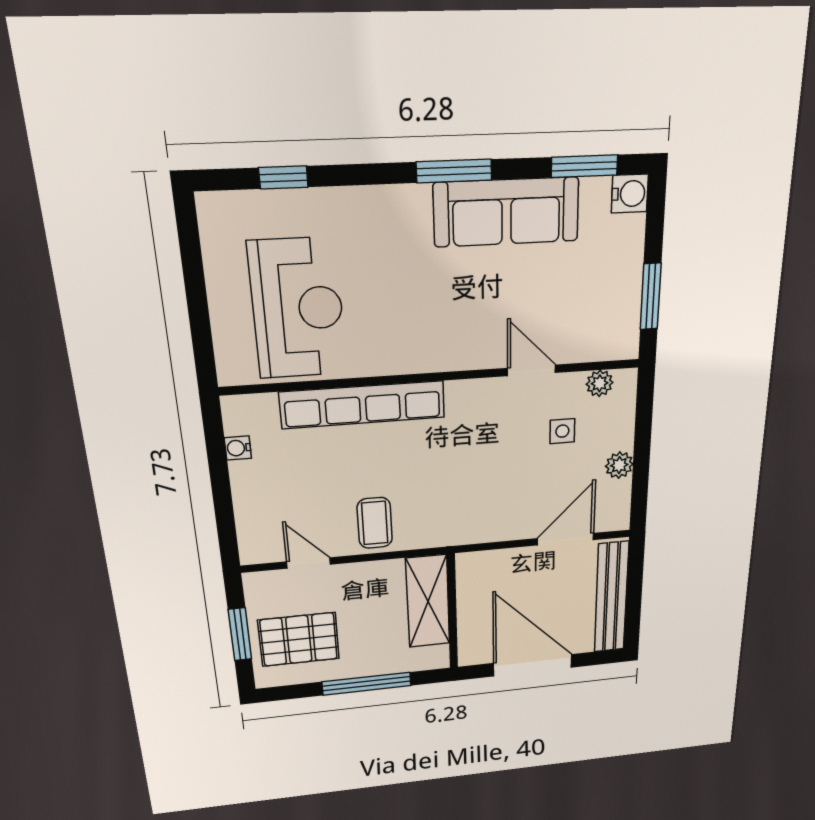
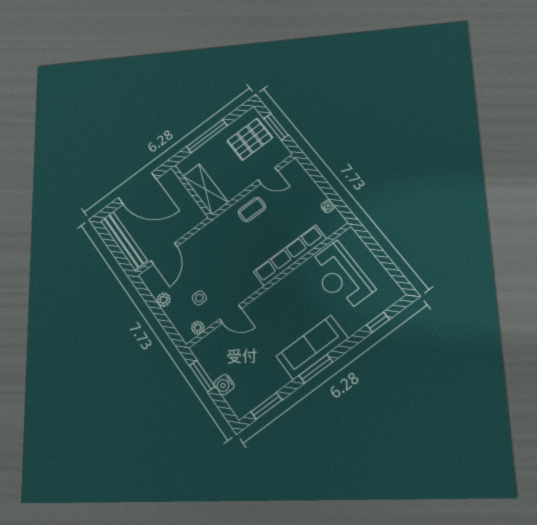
water cooler: (630, 194) -> (224, 385), moved
sofa: (506, 212) -> (312, 347), moved
coffee table: (375, 523) -> (252, 209), turned 90

